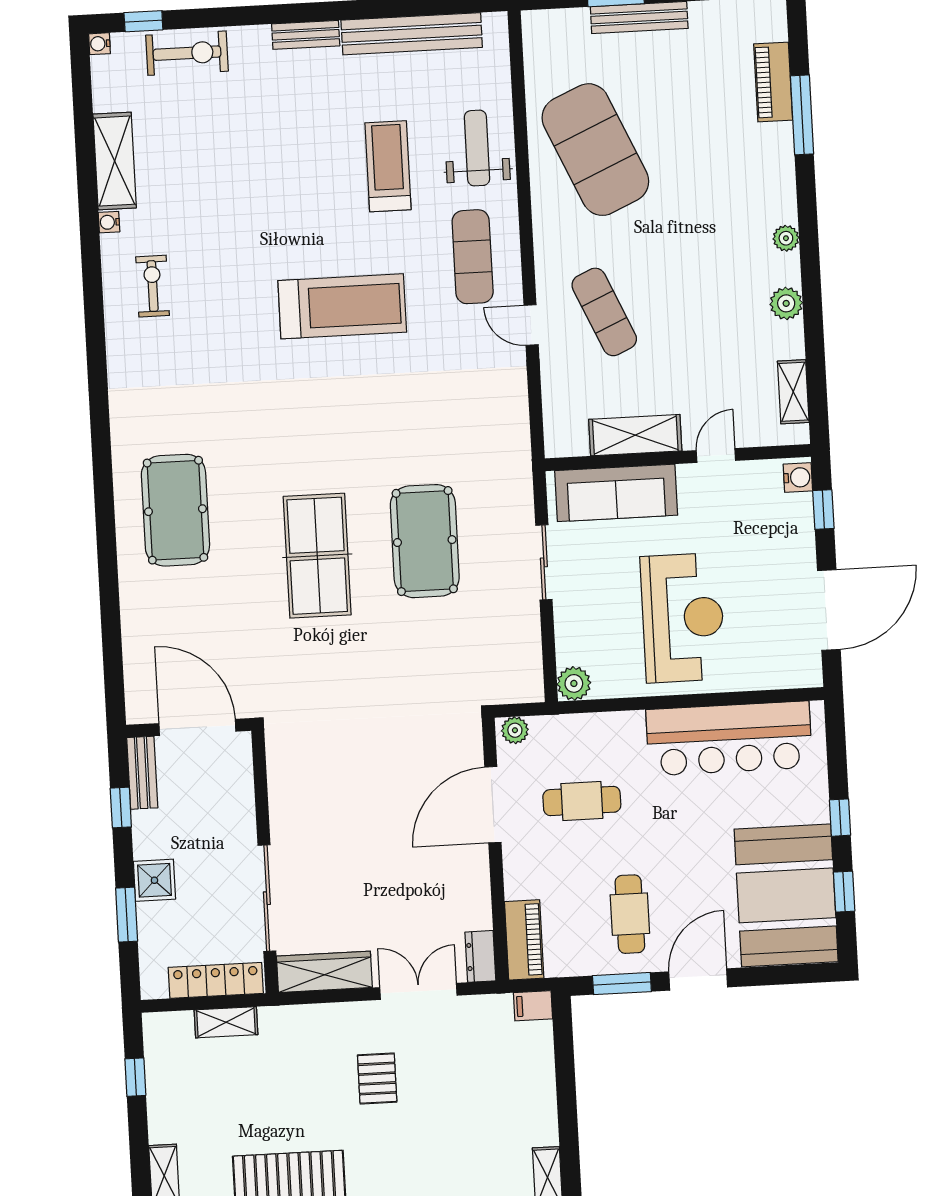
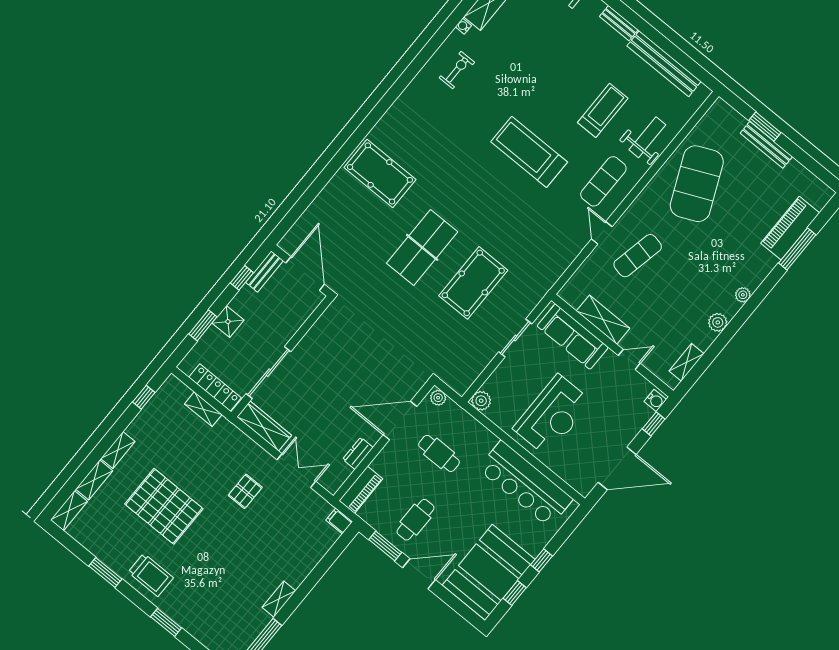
piano: (773, 82) -> (790, 228), width x1.37, depth x1.33
treadmill: (342, 306) -> (529, 152), turned 180
exercise mat: (604, 312) -> (638, 256), turned 36
pool table: (175, 510) -> (380, 173), turned 90
dresser: (480, 956) -> (358, 453), moved

